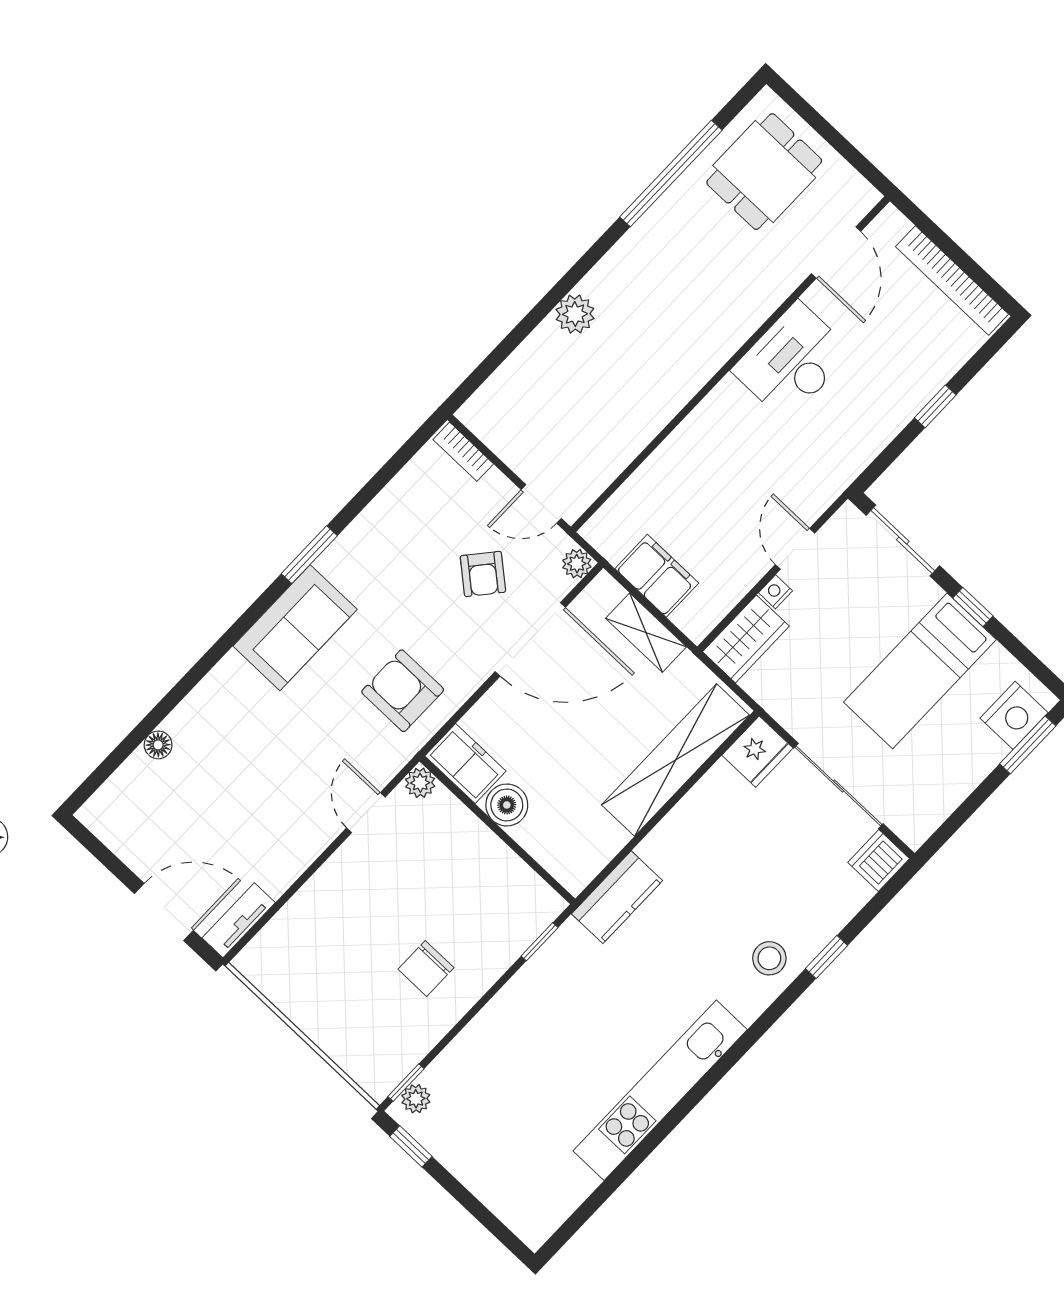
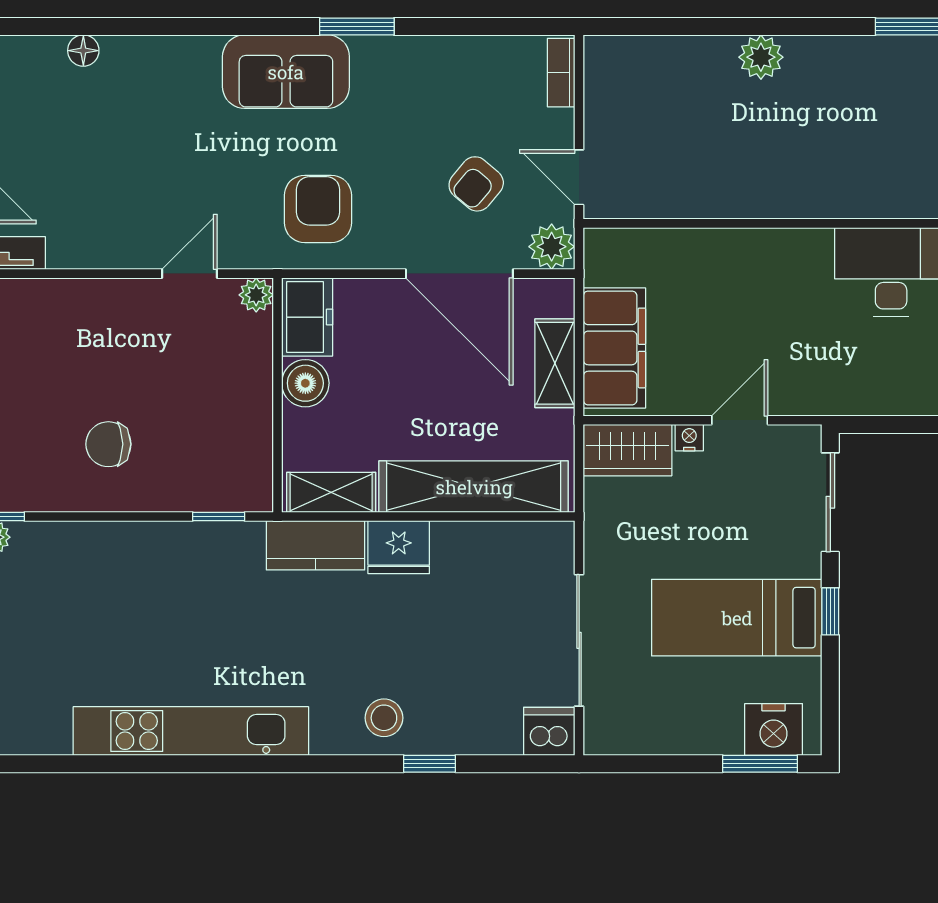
plant: (577, 564) -> (552, 247), width x1.38, depth x1.38
filing cabinet: (657, 576) -> (614, 348), width x1.50, depth x1.17
fridge: (757, 752) -> (399, 547), moved
shelving: (593, 855) -> (331, 492), added

